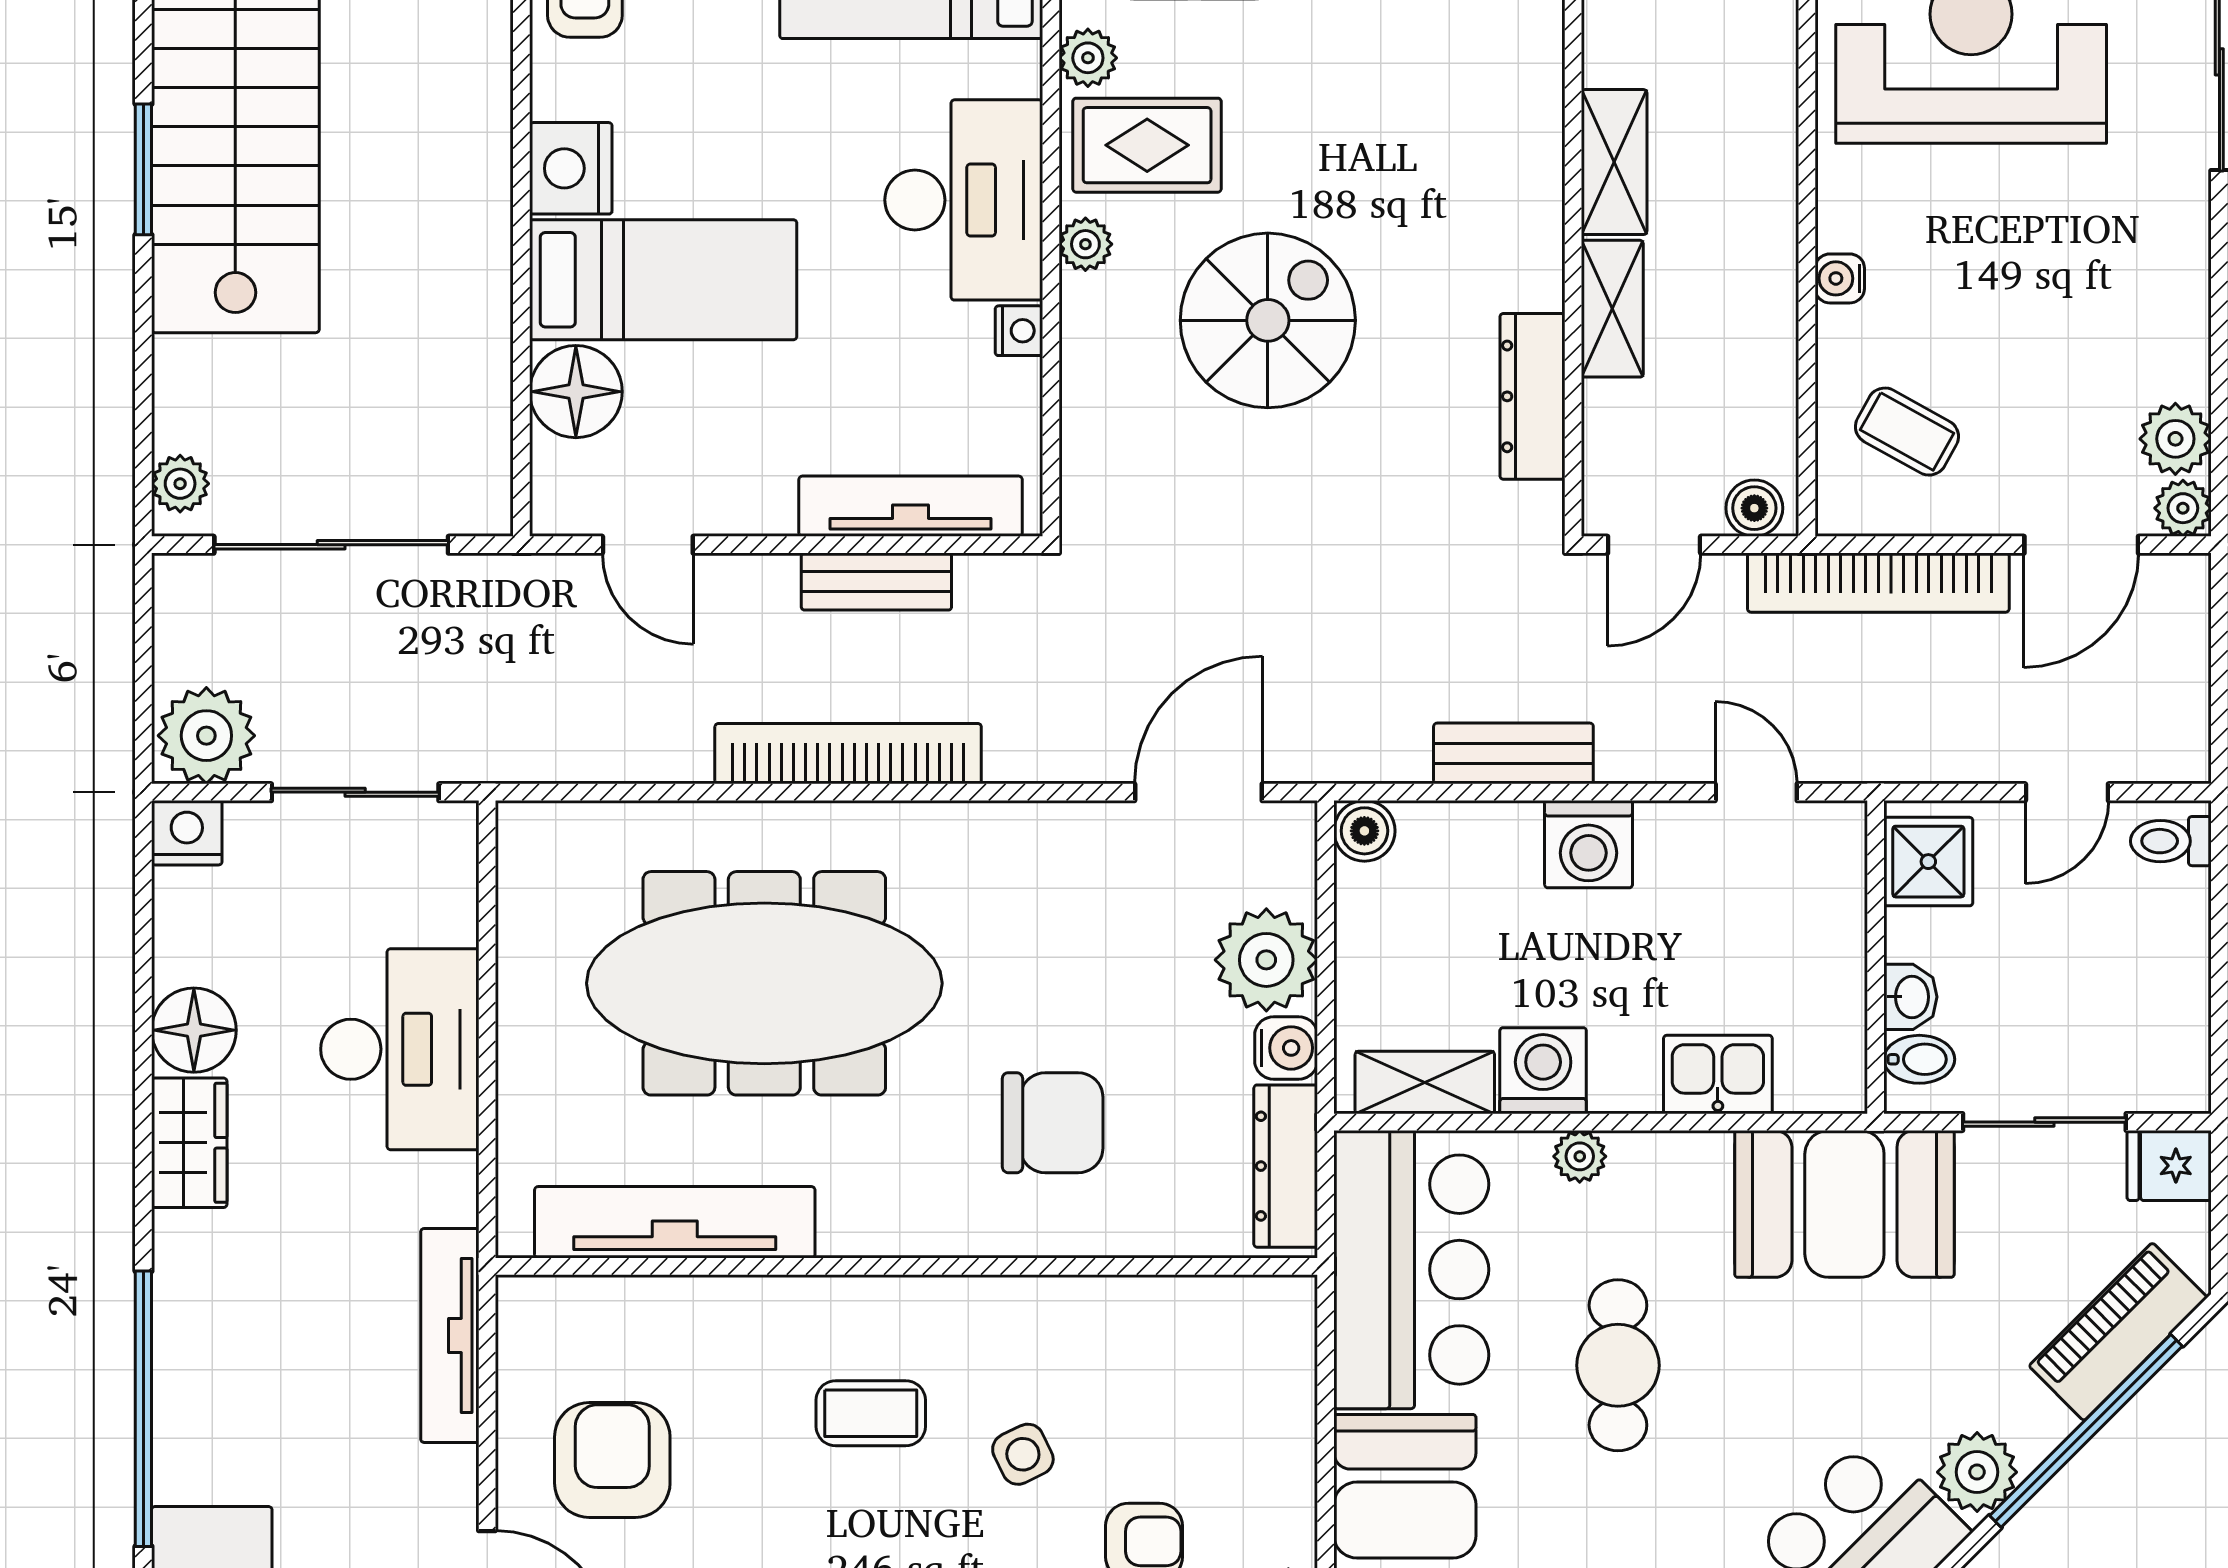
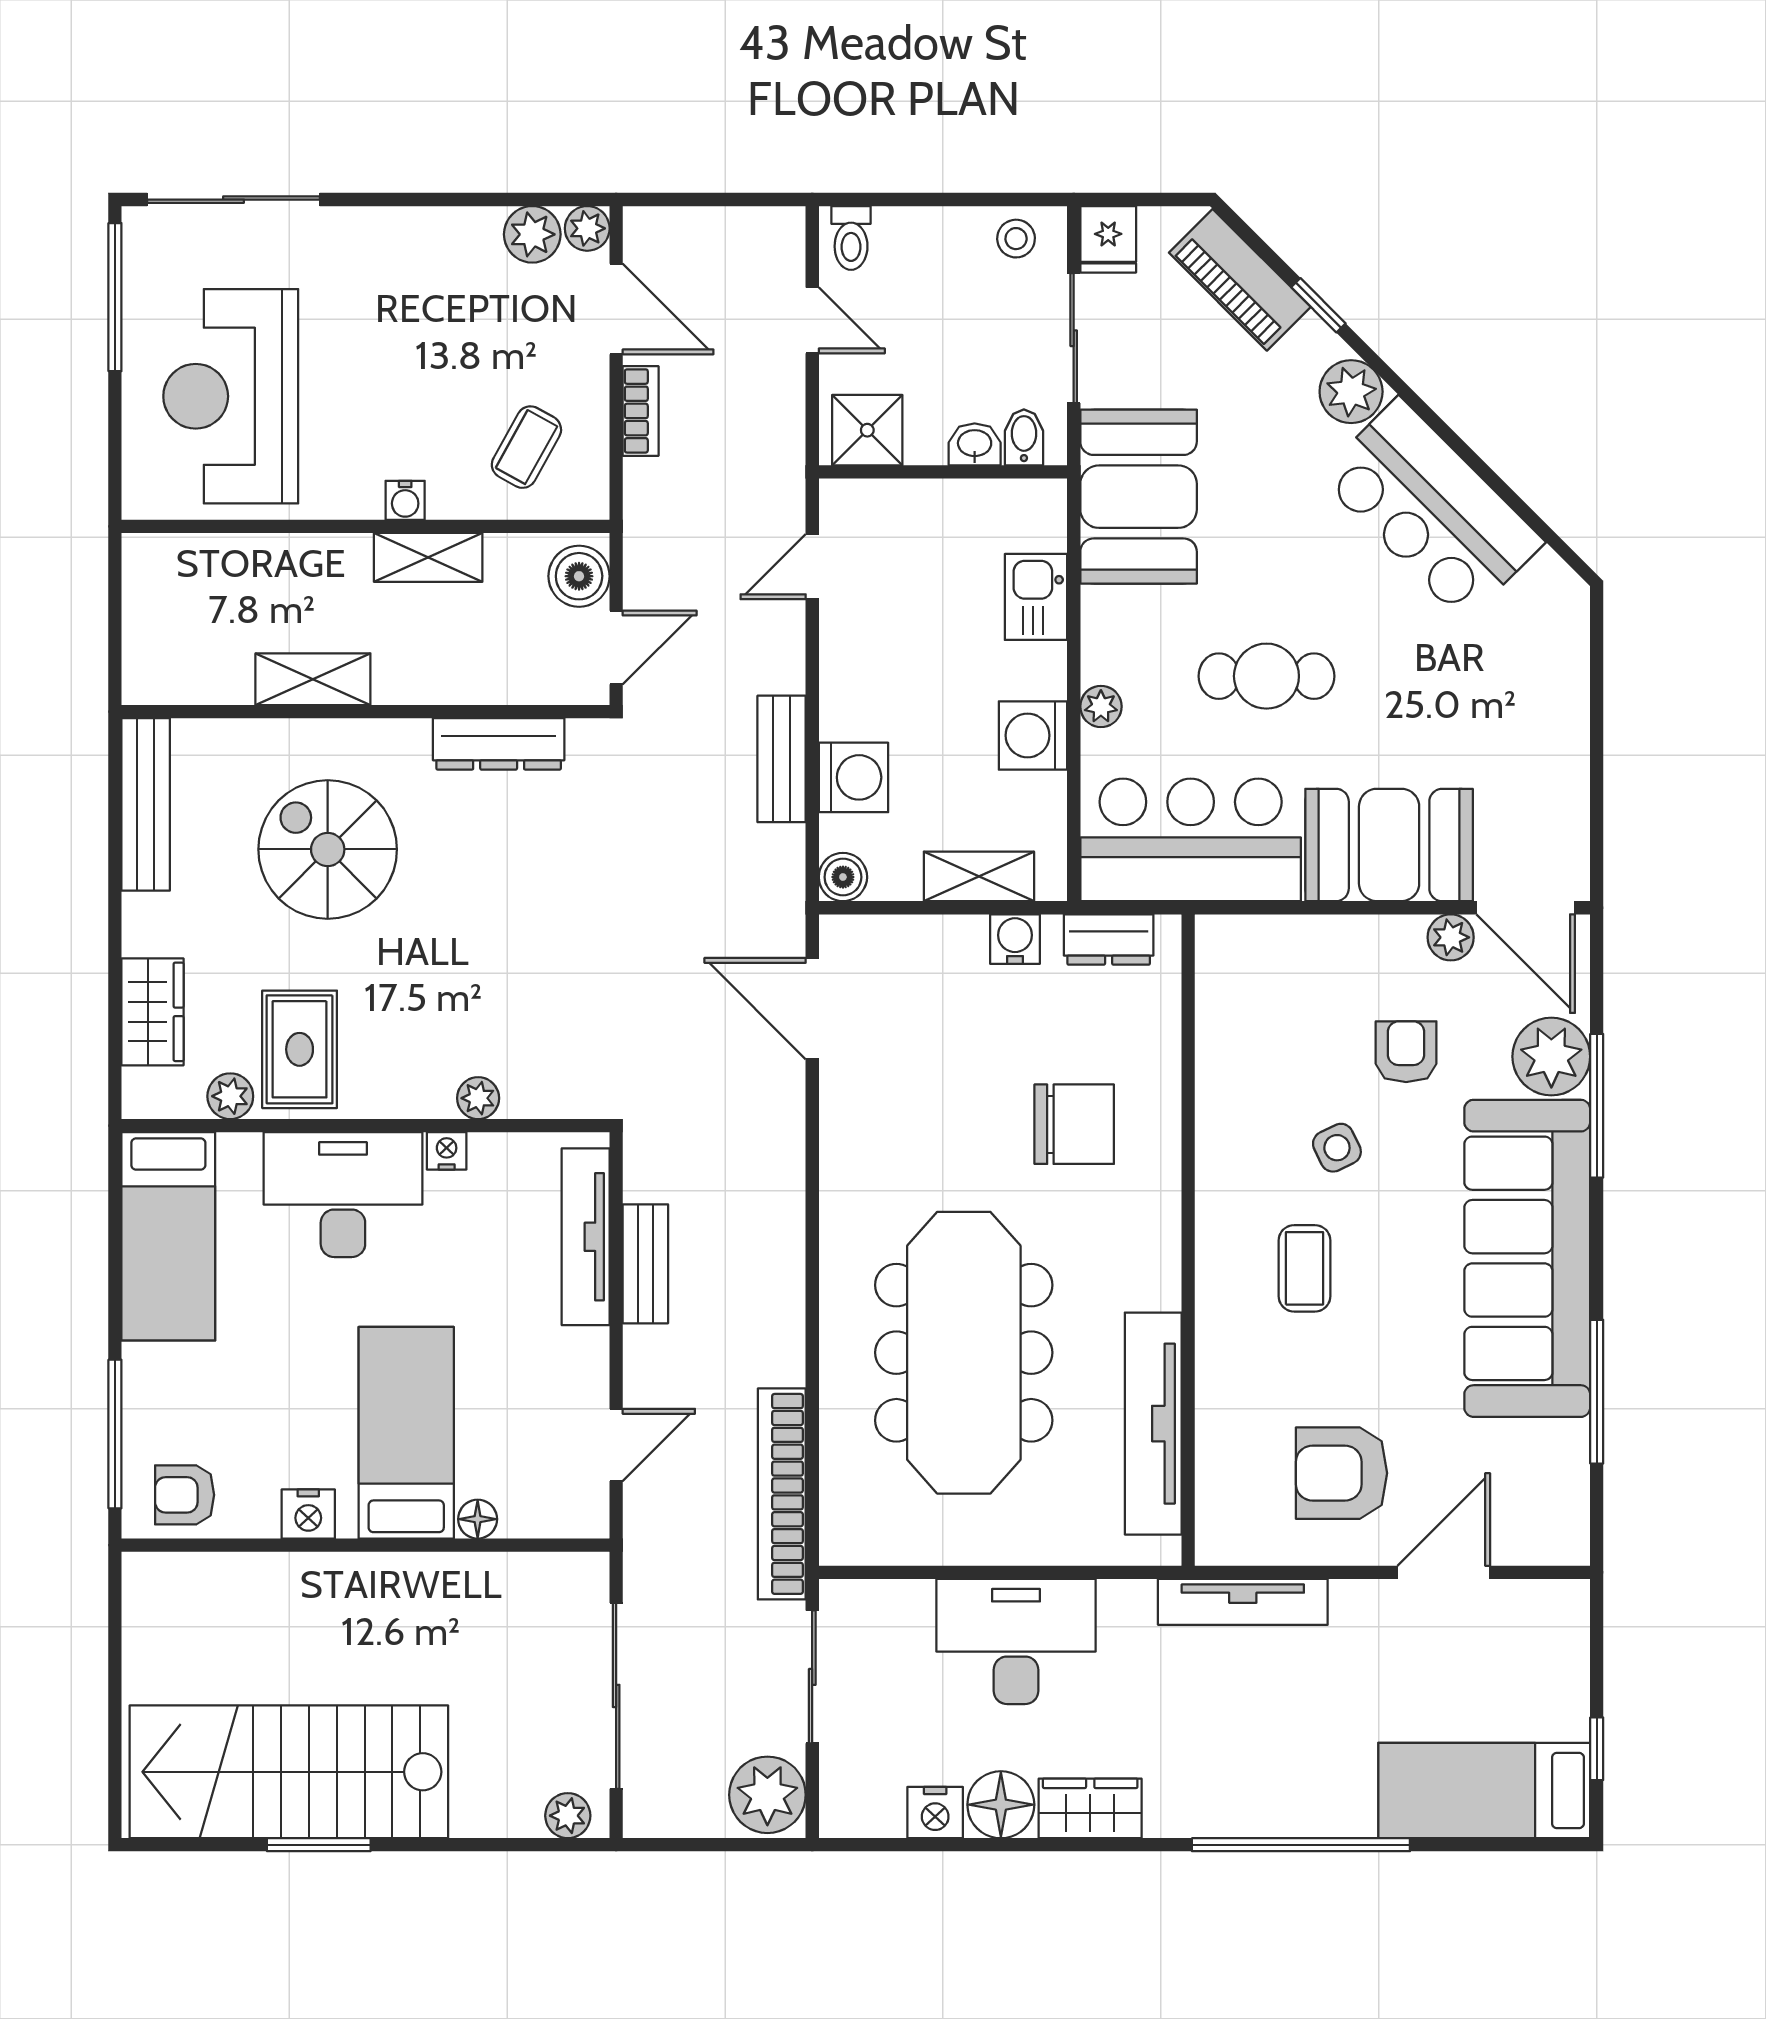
nightstand: (571, 168) -> (308, 1514), width x0.74, depth x0.75
plant: (1085, 244) -> (478, 1098), moved
shelving: (1612, 309) -> (428, 557), moved
spiral stairs: (1268, 320) -> (328, 849), moved
floor lamp: (576, 392) -> (478, 1519), width x0.53, depth x0.53
boiler: (1754, 508) -> (579, 576), width x1.36, depth x1.36
door: (1654, 545) -> (616, 648), hinge flipped
bookcase: (1878, 583) -> (641, 411), width x0.43, depth x0.76
bookcase: (848, 754) -> (782, 1494), moved
nightstand: (187, 833) -> (935, 1813), moved, turned -90
washing machine: (1589, 844) -> (853, 777), moved
plant: (1266, 960) -> (945, 955), removed
stool: (2170, 1049) -> (1016, 239), added
shelving: (1425, 1083) -> (979, 876), moved, turned 90
chair: (1053, 1123) -> (1074, 1124), turned 90
dresser: (1286, 1166) -> (1109, 939), width x0.70
window: (2086, 1431) -> (1318, 305), width x0.32

